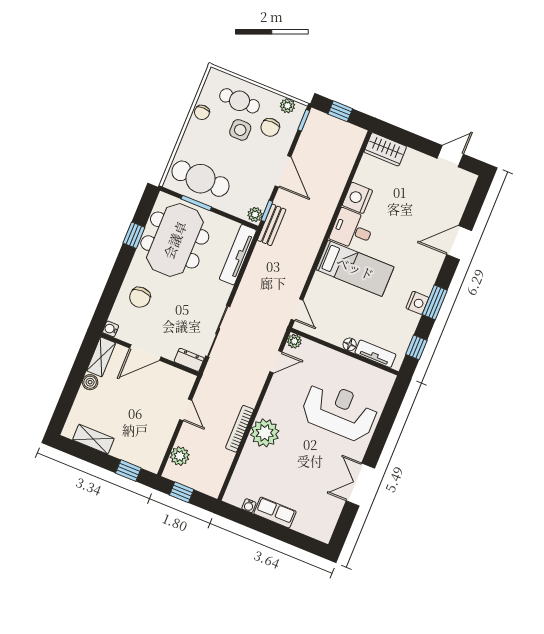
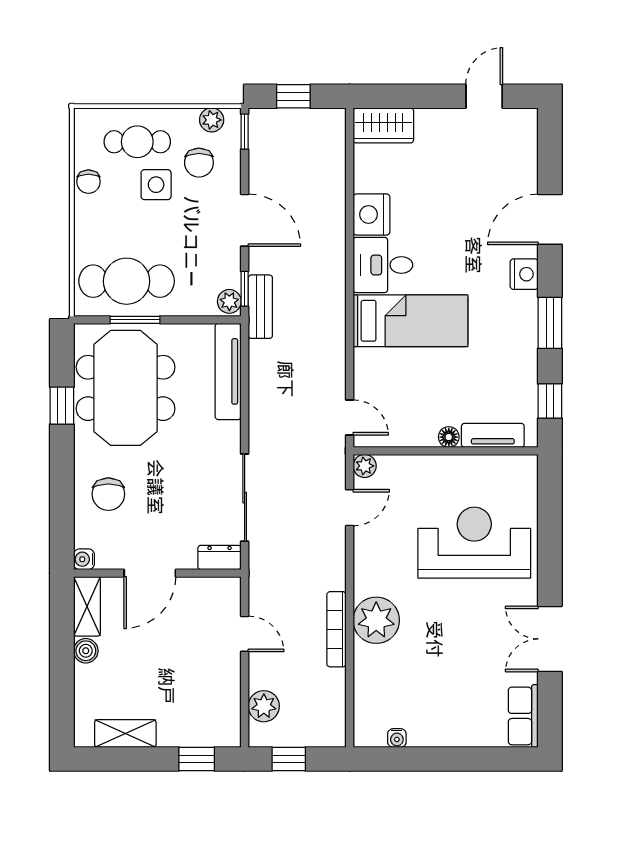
nightstand: (417, 303) -> (524, 274), moved
row of seats: (275, 512) -> (523, 716), moved, turned -90

